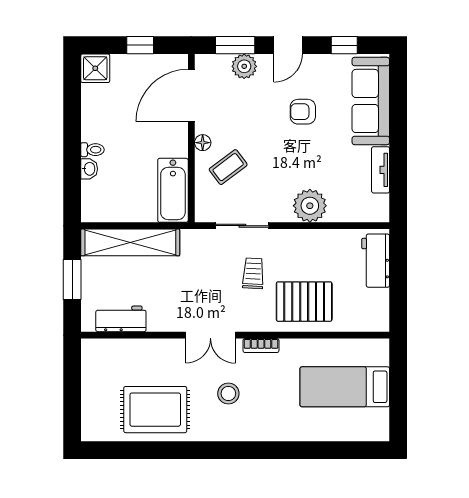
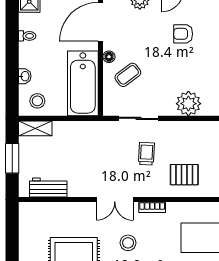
toilet: (92, 150) -> (27, 36), moved
bathtub: (173, 190) -> (83, 83), width x1.36, depth x1.36
stool: (106, 202) -> (37, 101), added
shelving: (130, 242) -> (35, 128), width x0.45, depth x0.75
pallet: (304, 302) -> (184, 175), width x0.67, depth x0.71

